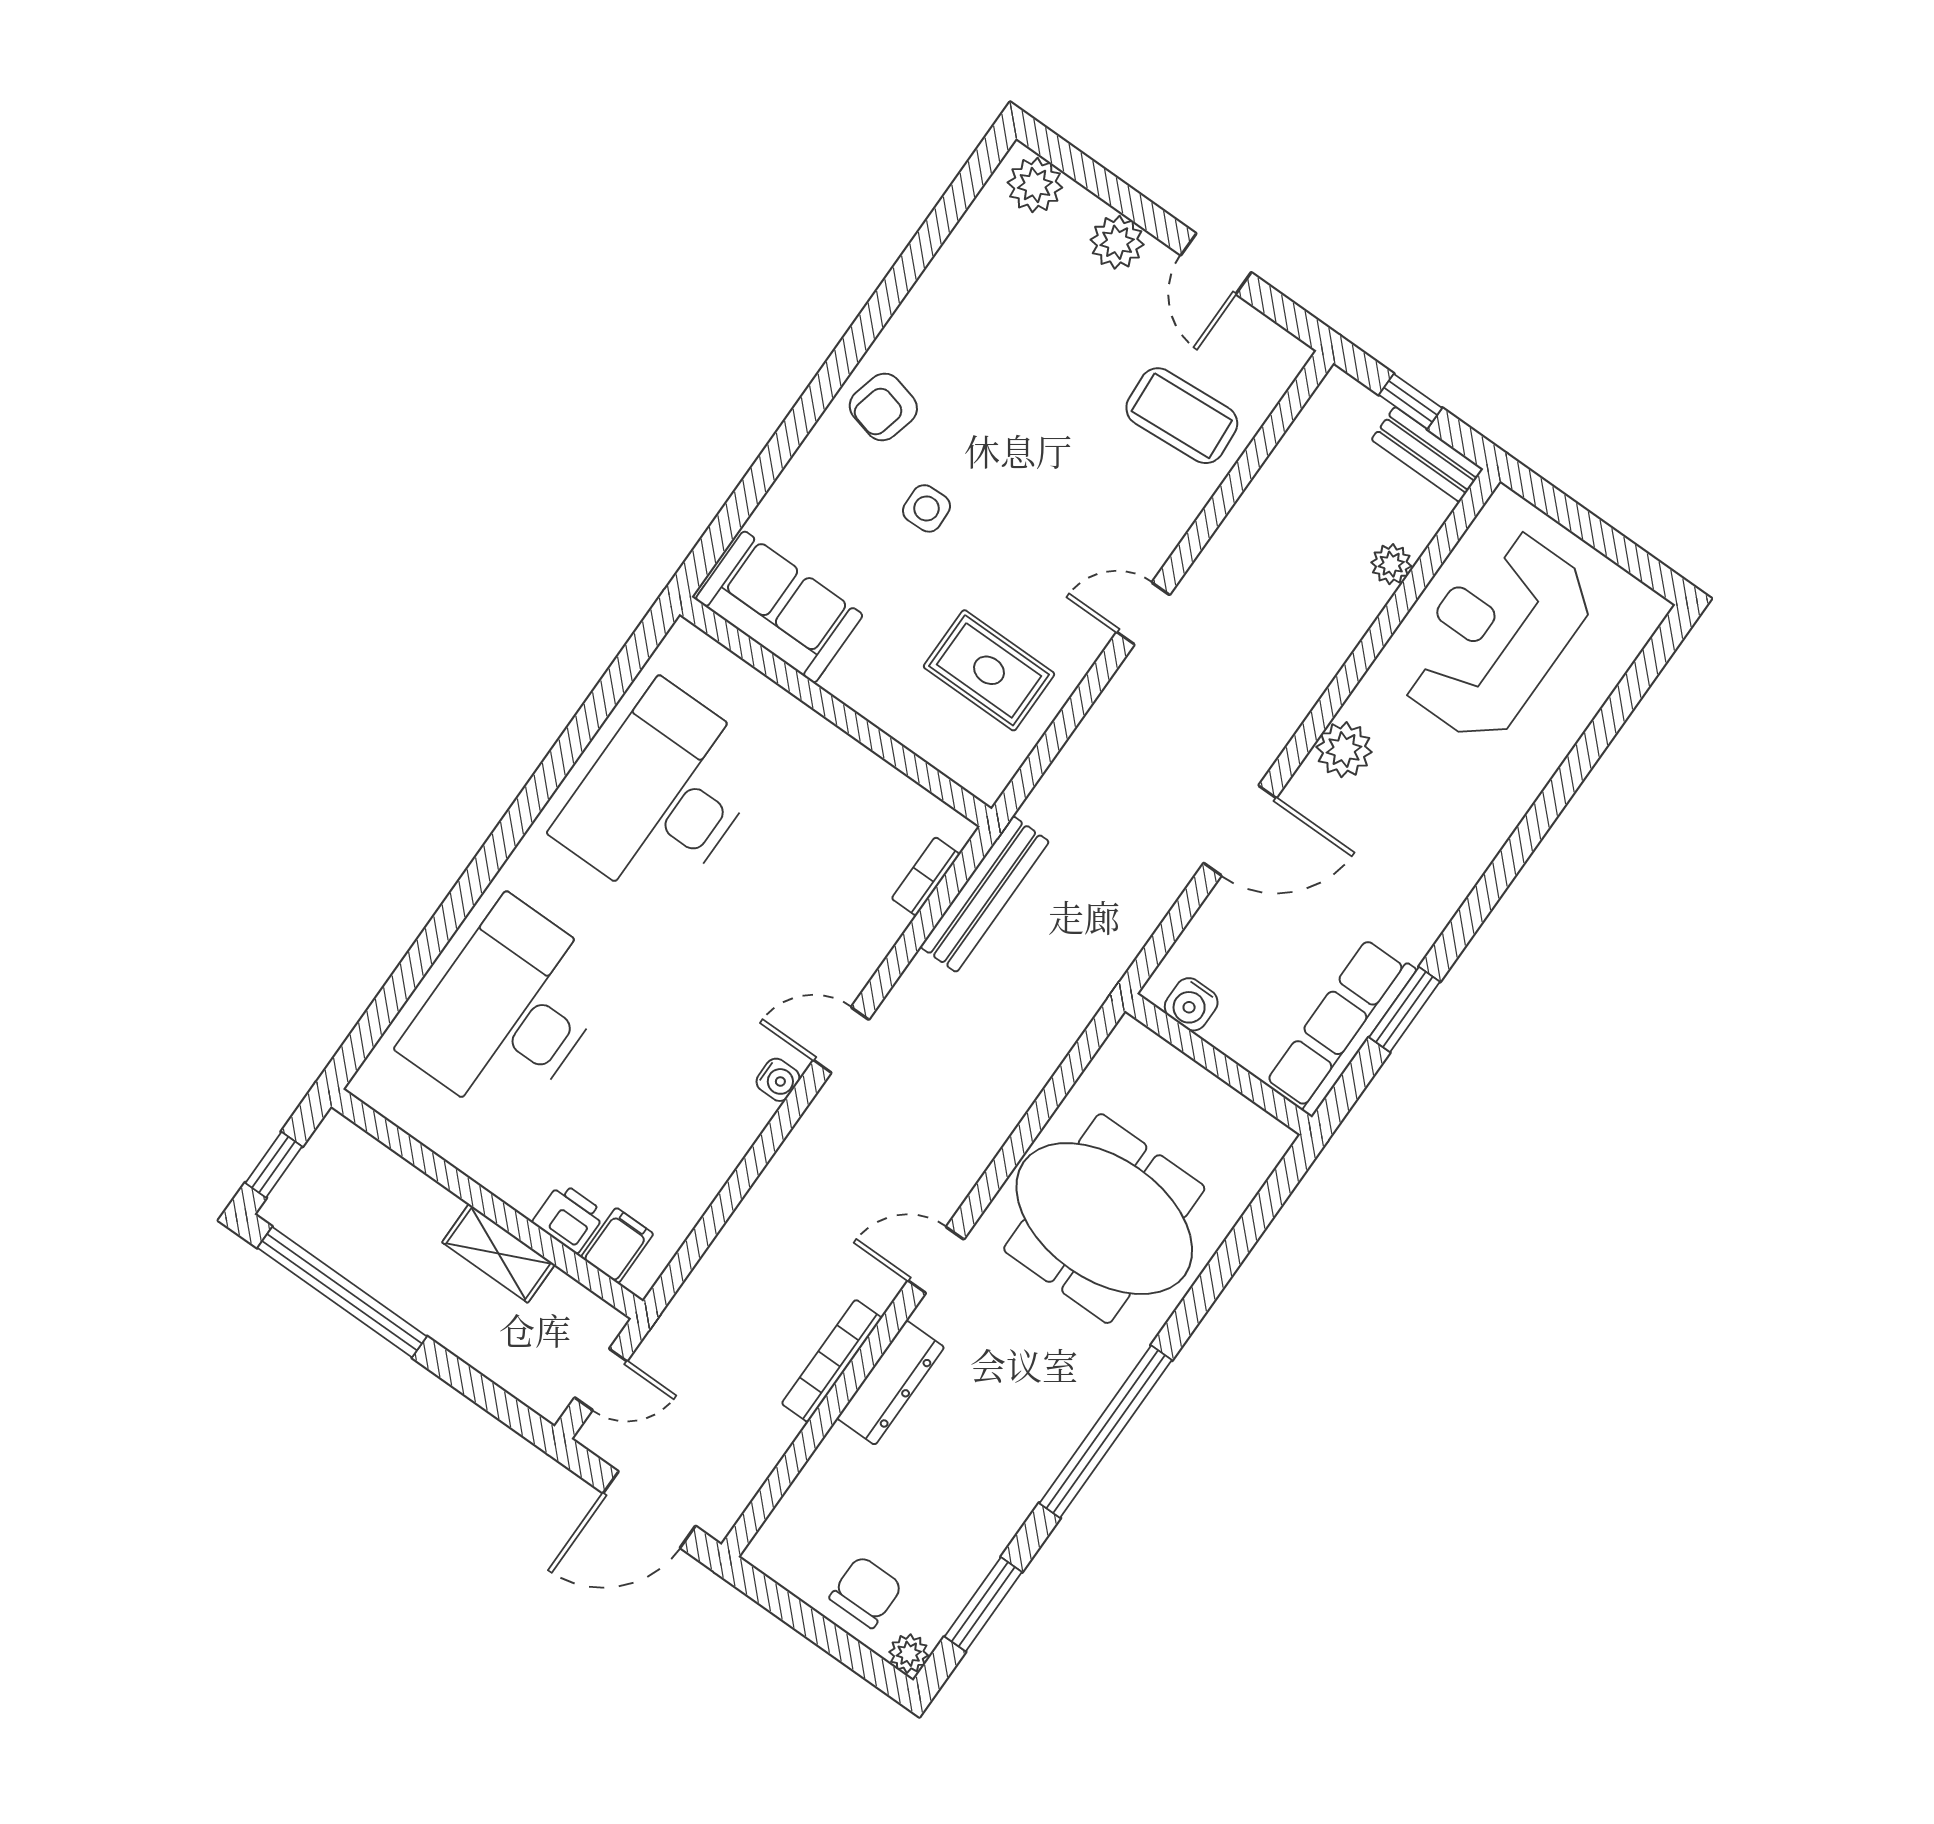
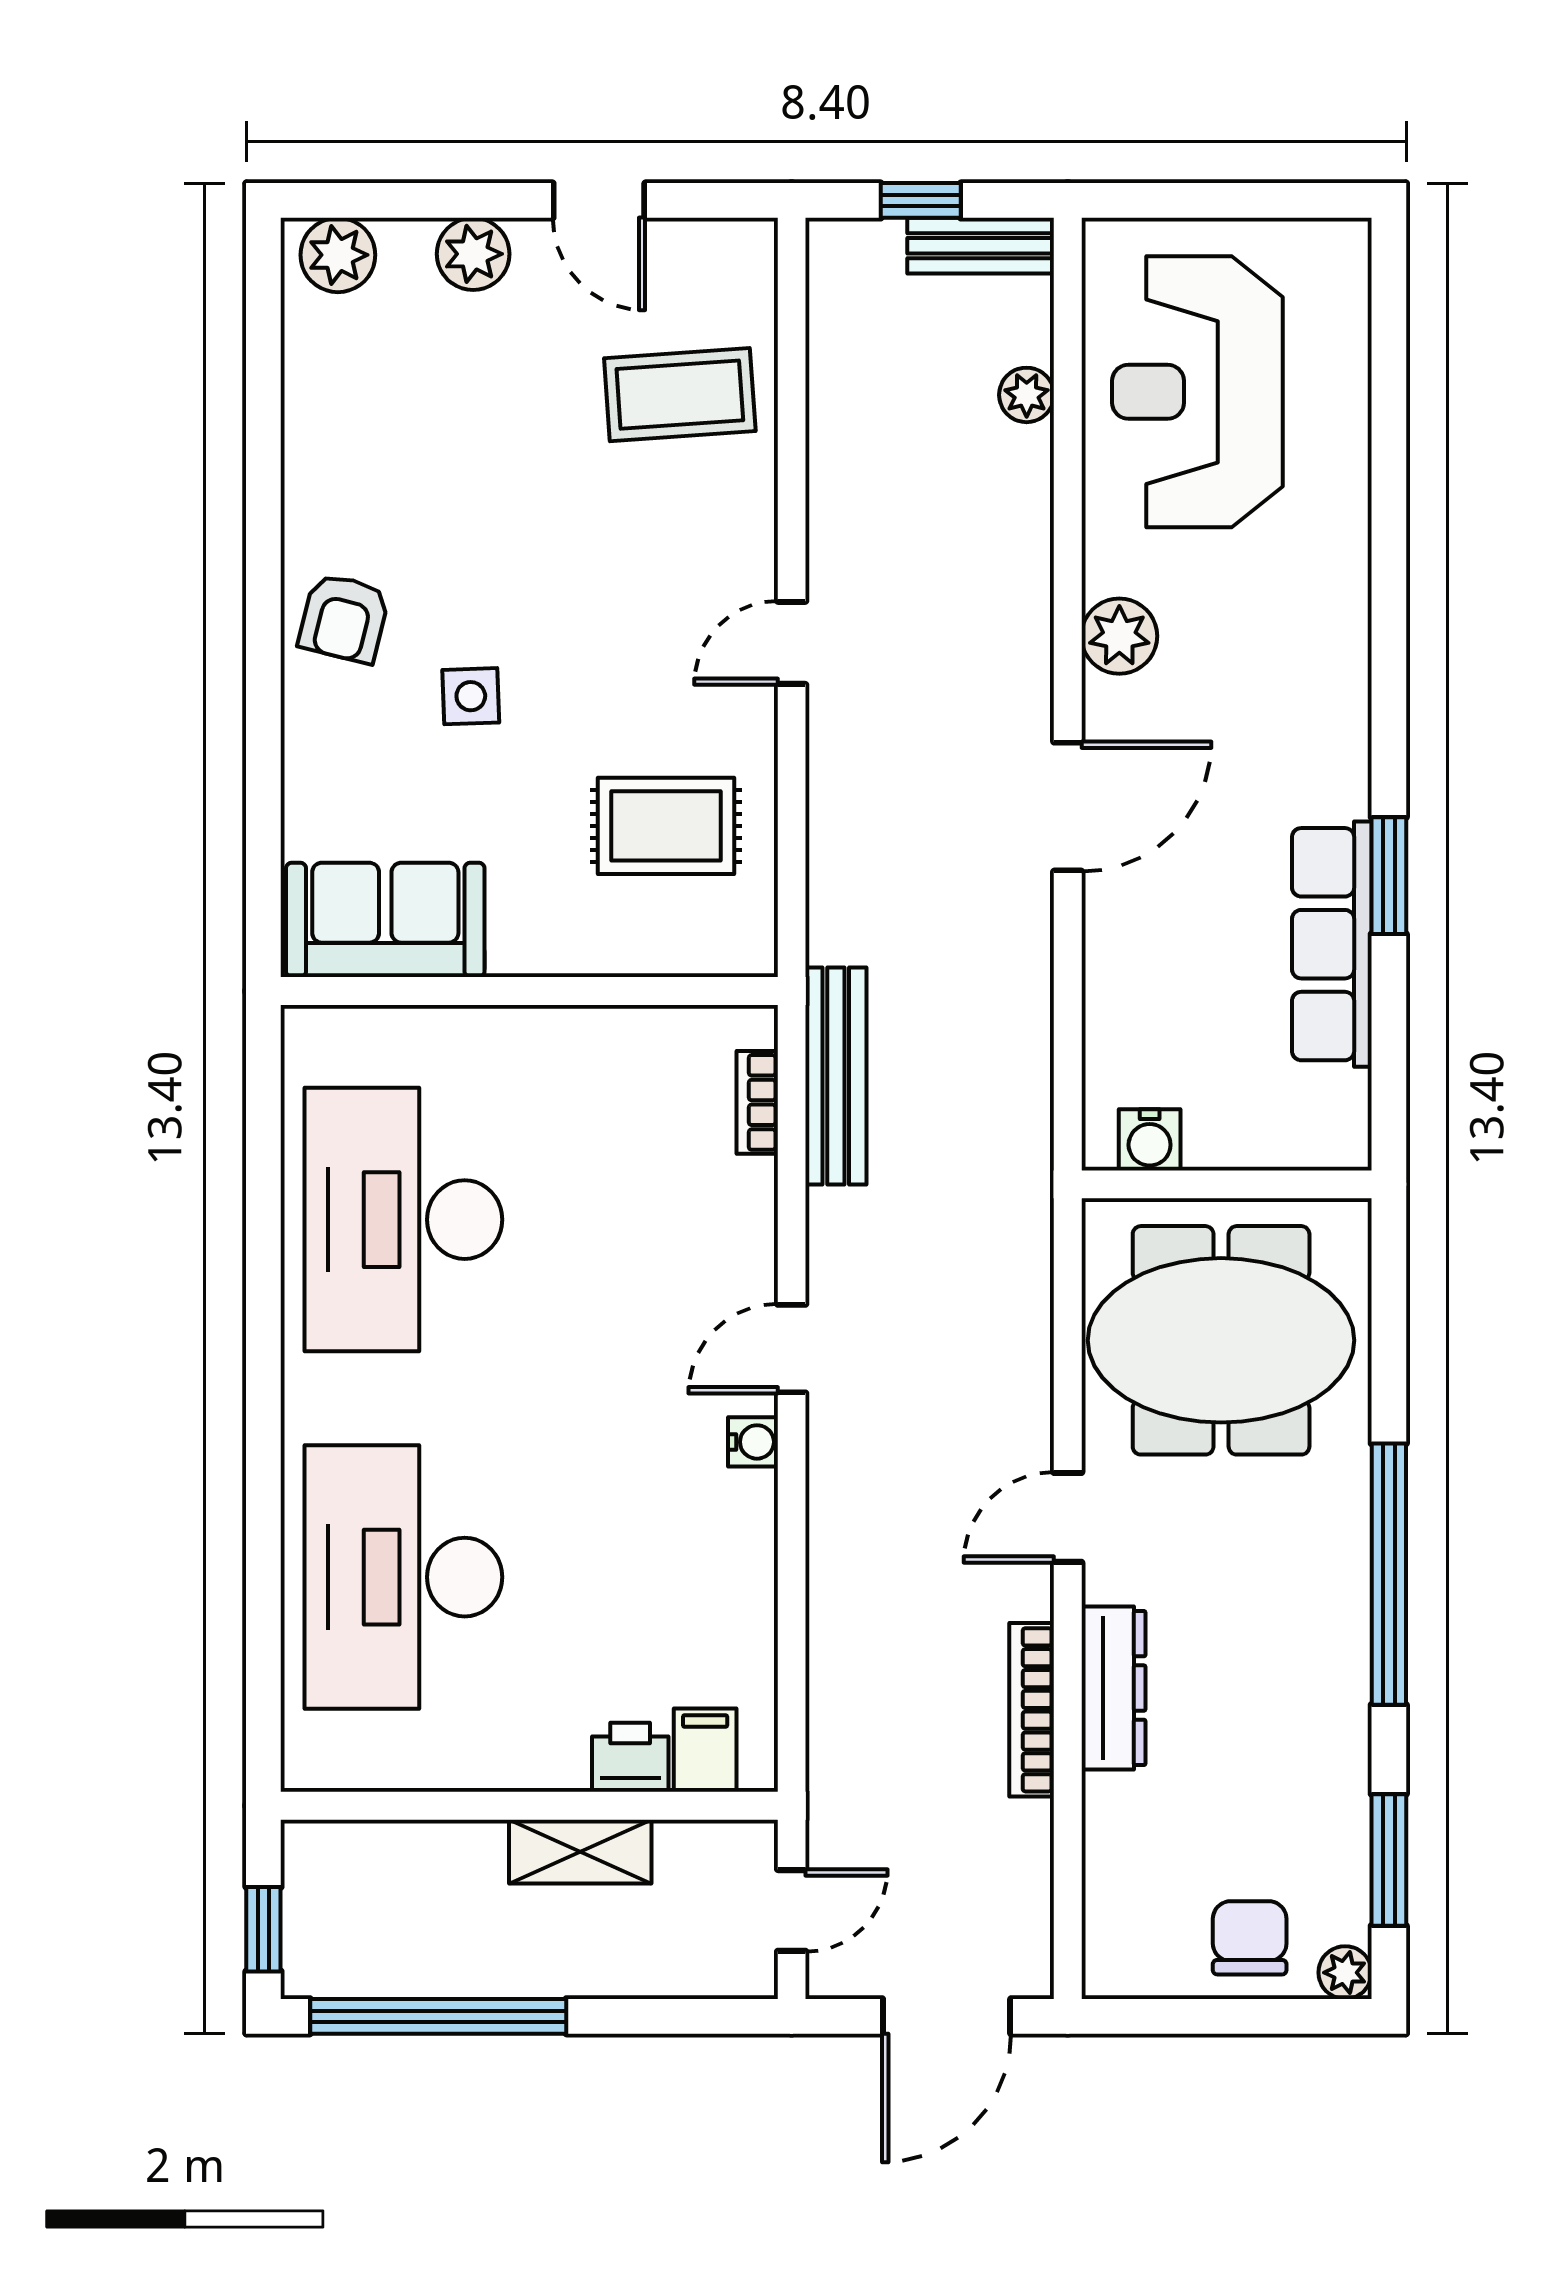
water cooler: (1191, 1004) -> (1150, 1140), moved
wall: (1219, 1064) -> (1227, 1184), moved

